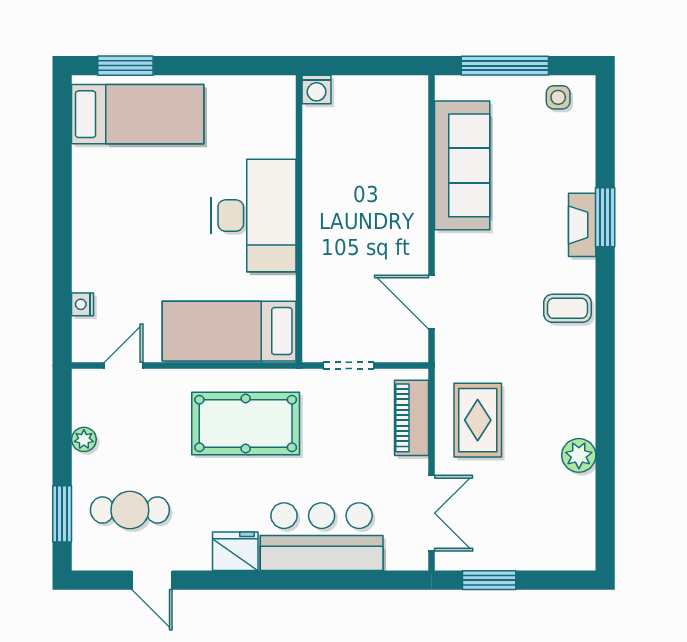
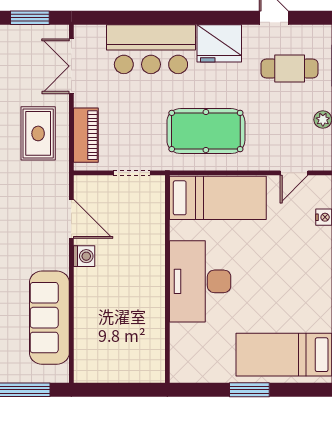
window: (125, 66) -> (249, 390), moved
washing machine: (317, 89) -> (84, 256), moved, turned 90
fridge: (235, 551) -> (219, 43), width x1.36, depth x1.34

